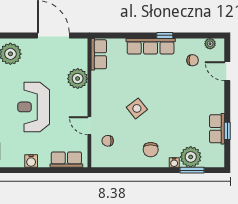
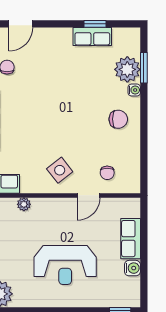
plant: (78, 79) -> (24, 204), width x0.53, depth x0.53
side table: (137, 108) -> (60, 170), moved
row of seats: (66, 160) -> (131, 239), moved

